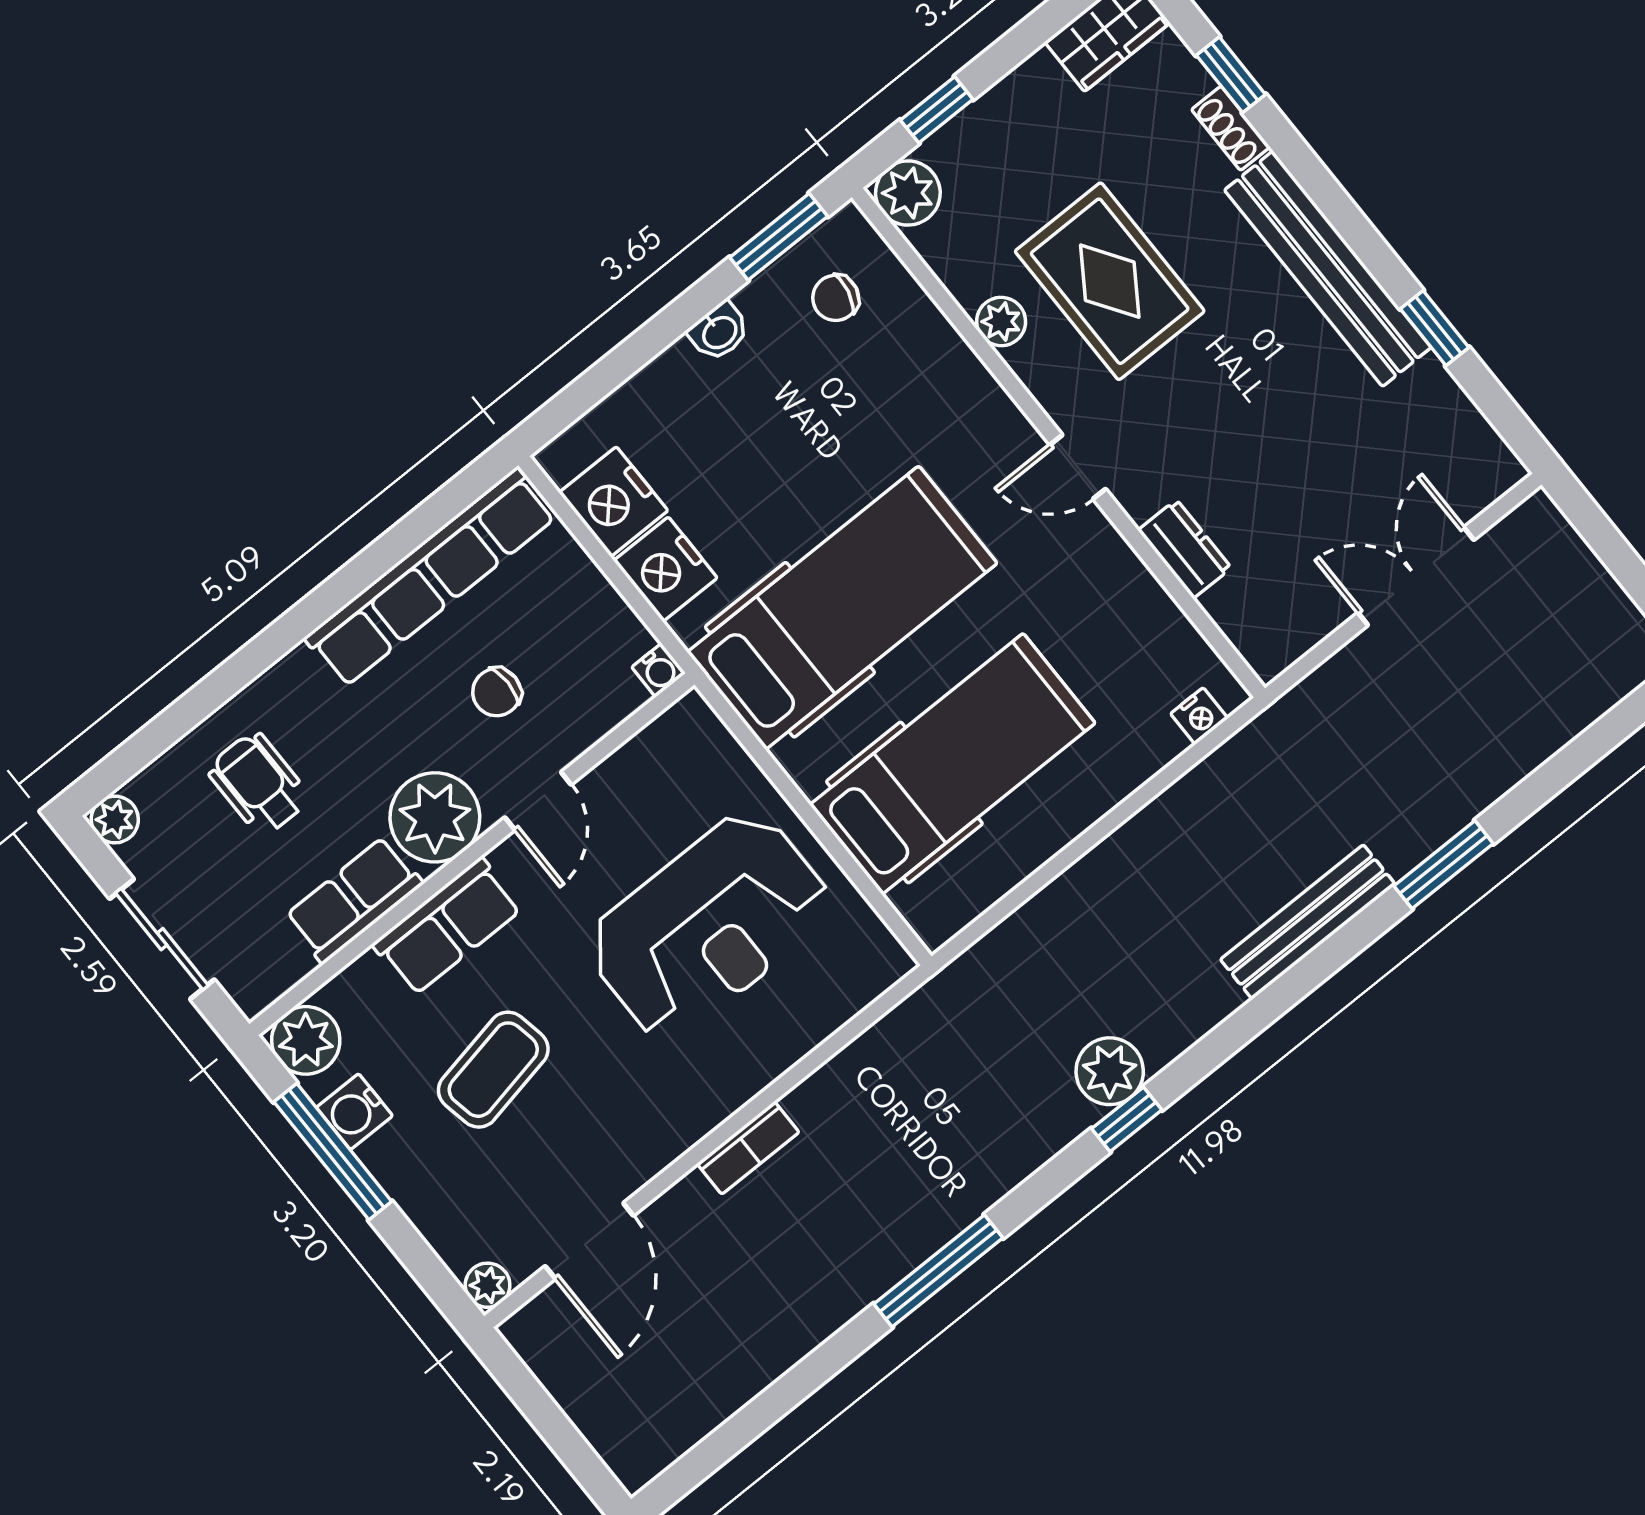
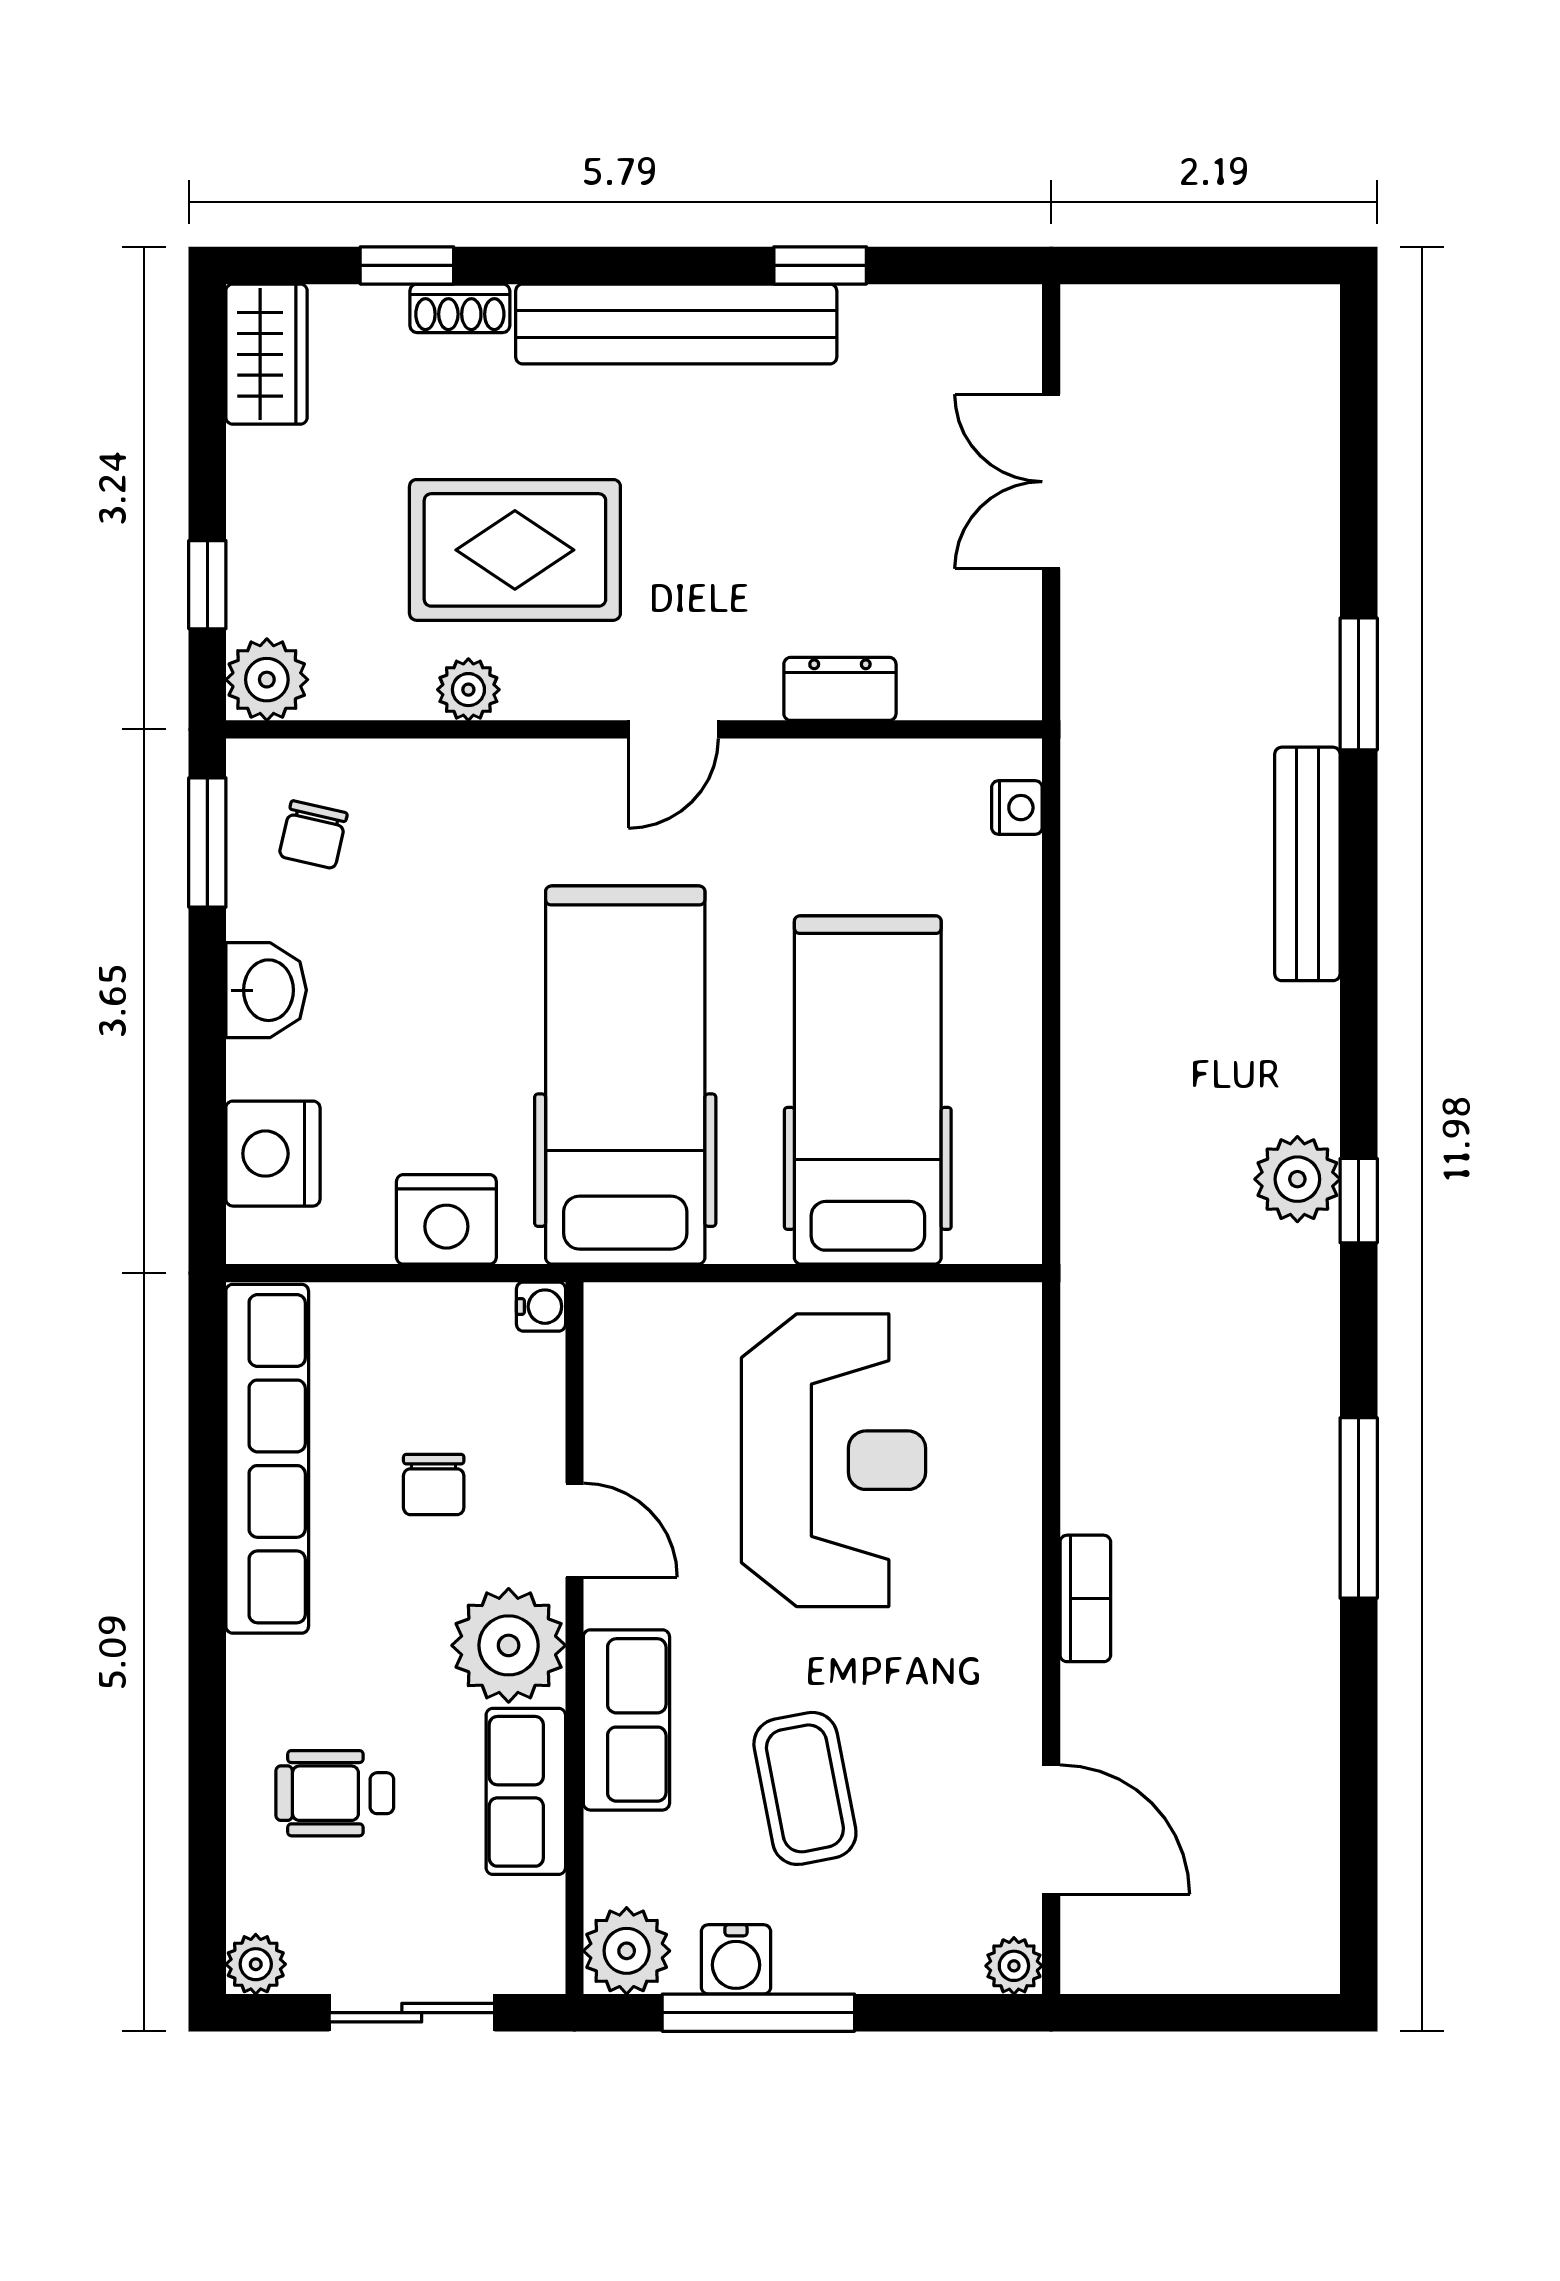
washbasin: (719, 332) -> (266, 990), width x1.38, depth x1.45
nightstand: (613, 502) -> (273, 1154), moved, turned 90

